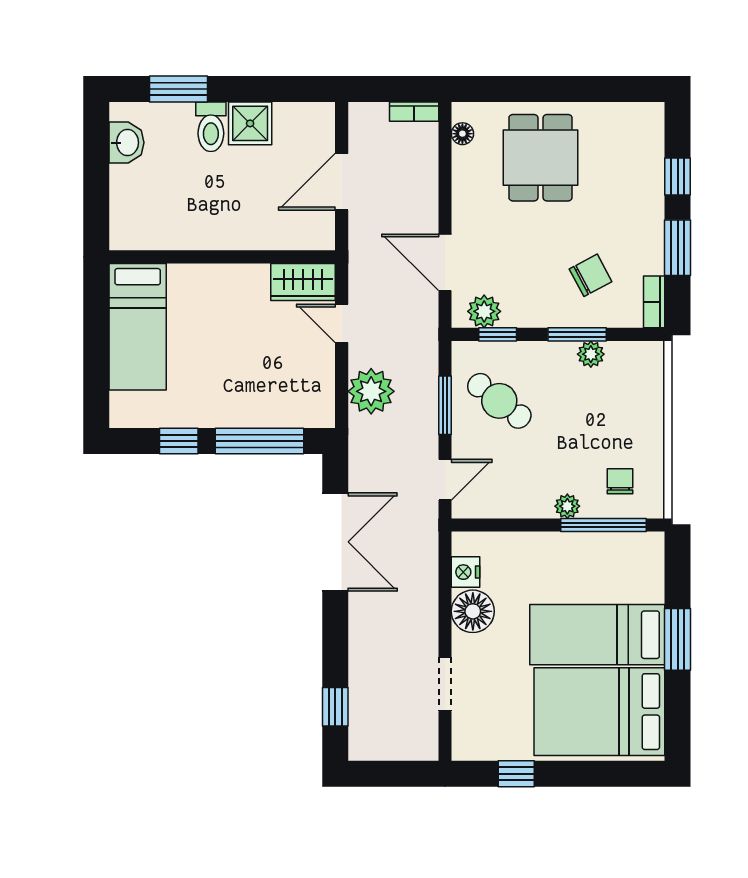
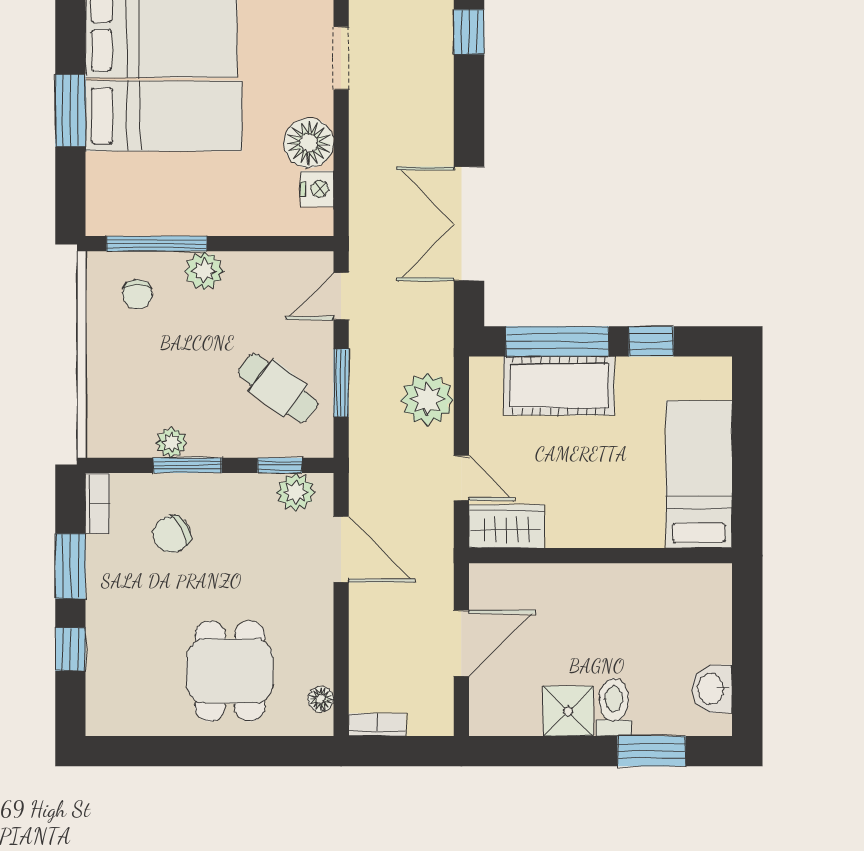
cot: (258, 403) -> (559, 386), added
plant: (567, 506) -> (204, 271), width x1.38, depth x1.38

